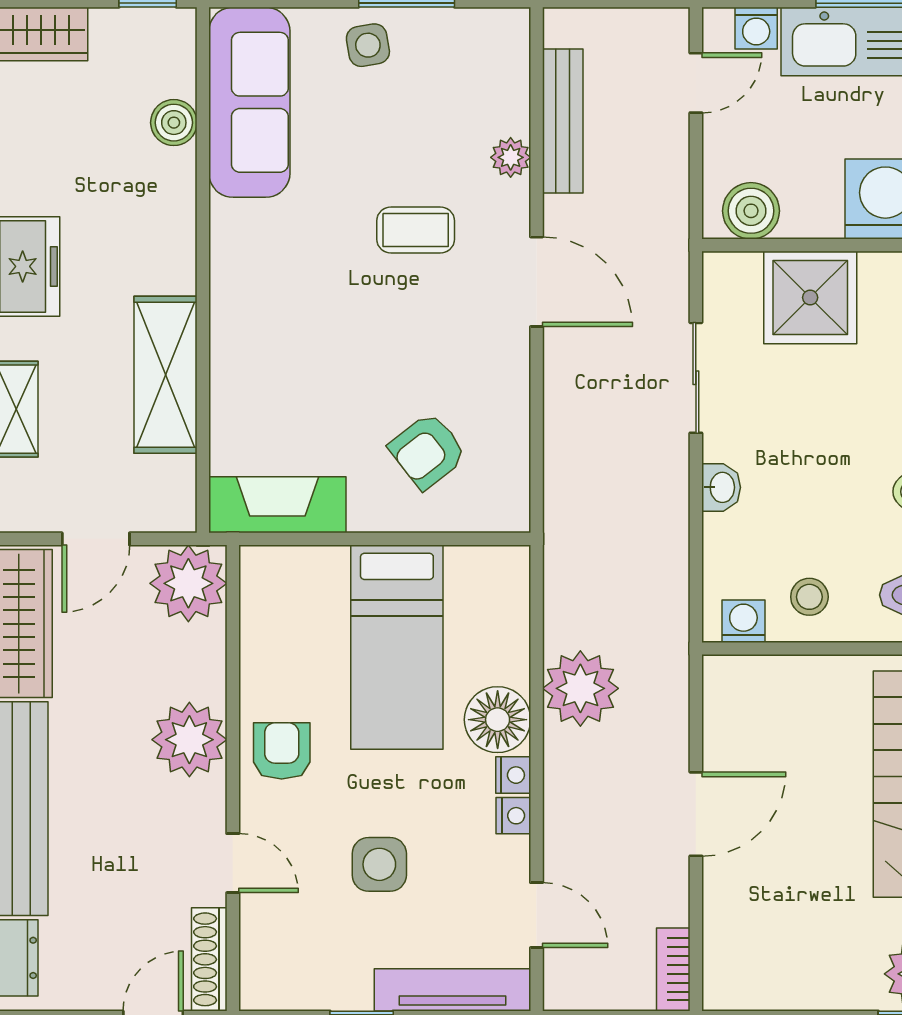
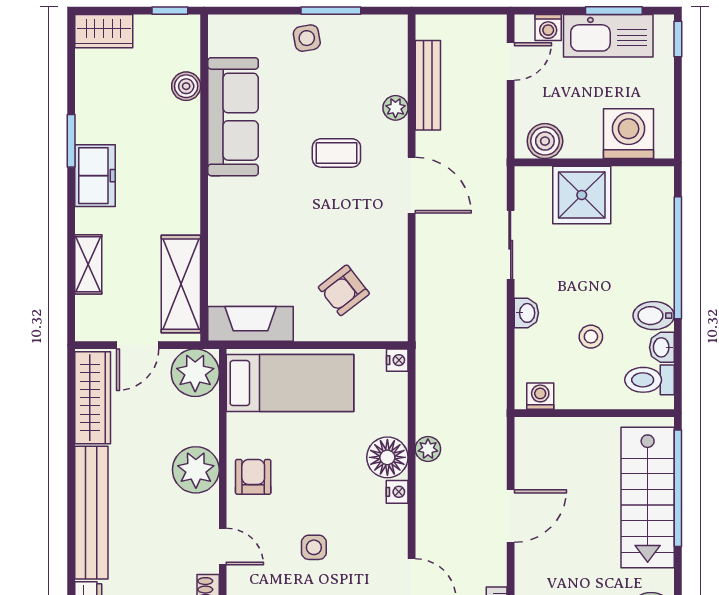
sofa: (249, 102) -> (233, 117), moved
shelving: (165, 375) -> (181, 284), moved
stool: (809, 597) -> (591, 337), moved
bed: (397, 647) -> (290, 383), moved, turned -90
plant: (580, 688) -> (428, 449), width x0.53, depth x0.53
nightstand: (513, 816) -> (397, 360), moved
side table: (379, 864) -> (314, 547), width x0.73, depth x0.73

